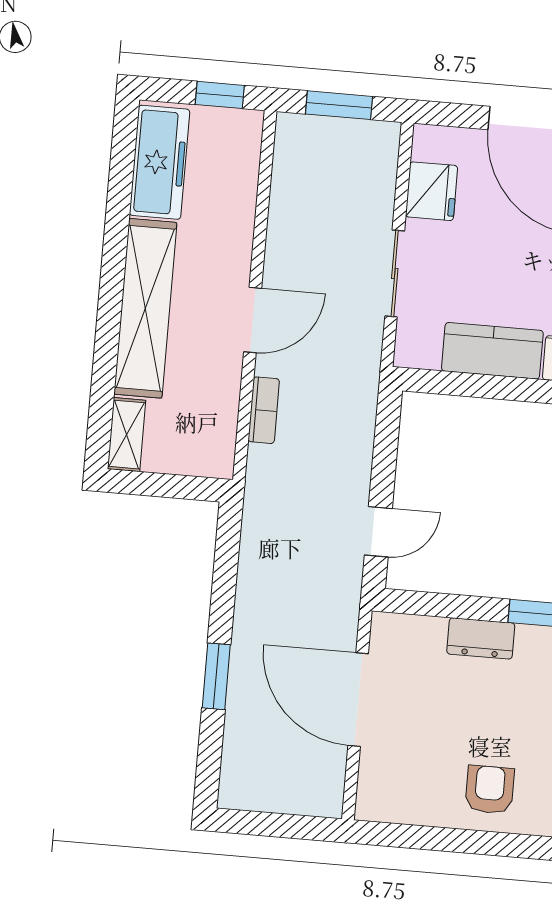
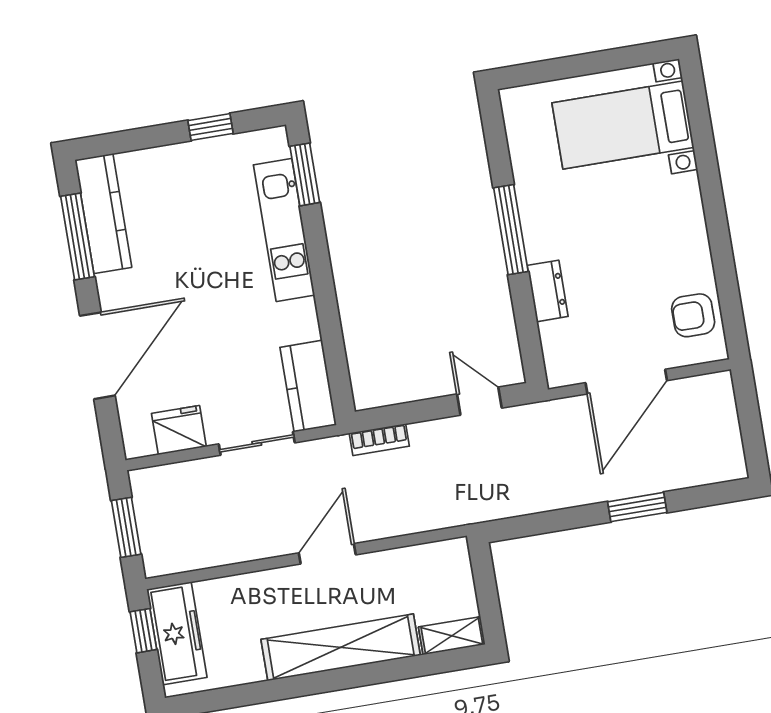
freezer: (160, 162) -> (177, 633), moved, turned 90
door: (253, 320) -> (327, 554), hinge flipped
kitchen counter: (492, 351) -> (308, 386), moved
bookcase: (264, 410) -> (379, 440), moved, turned 180
armchair: (490, 790) -> (693, 315), moved

